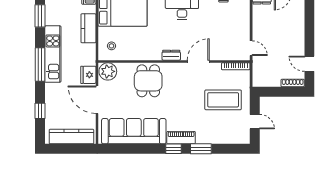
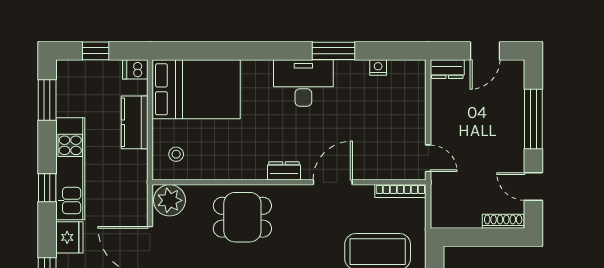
window: (309, 26) -> (533, 119), added
window: (40, 64) -> (47, 188), width x0.46
fridge: (88, 75) -> (69, 237), moved, turned 180
dining table: (148, 81) -> (242, 217), turned 90

